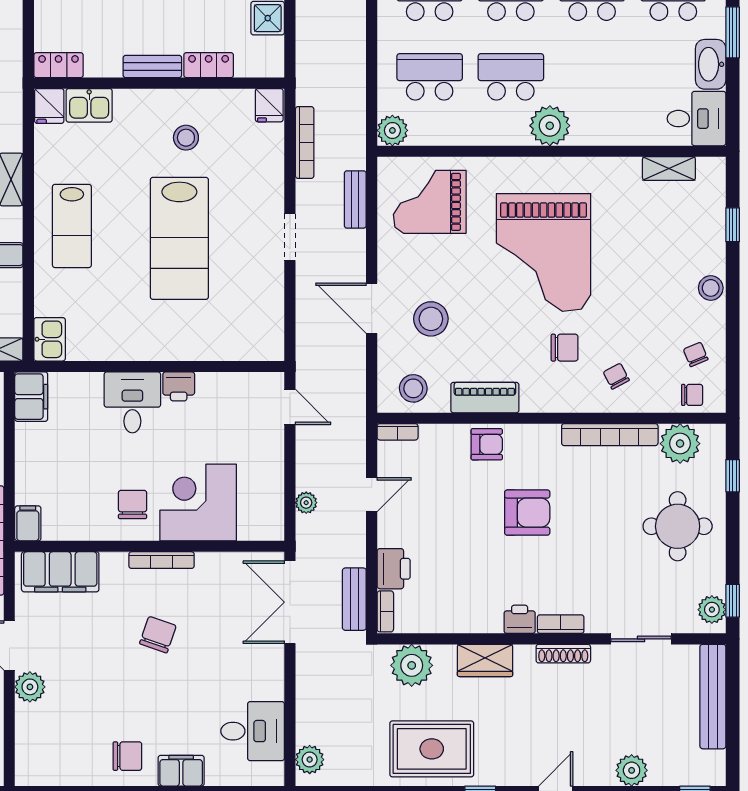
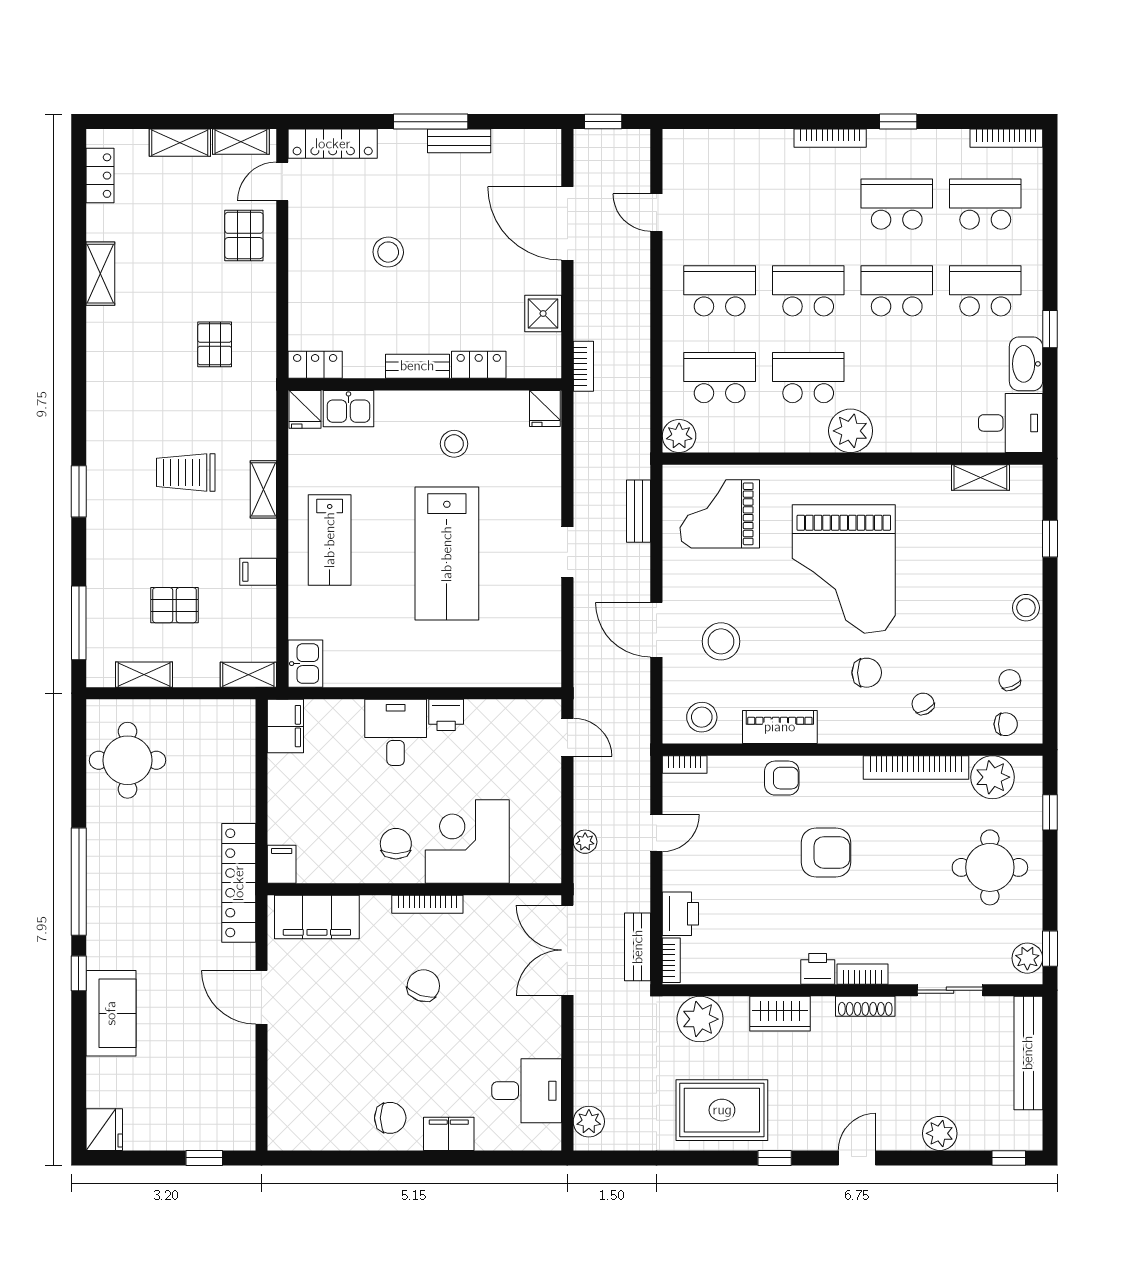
window: (733, 32) -> (1050, 329), width x0.67
bookcase: (305, 143) -> (583, 366), moved, width x0.64
plant: (30, 687) -> (284, 1042), removed

